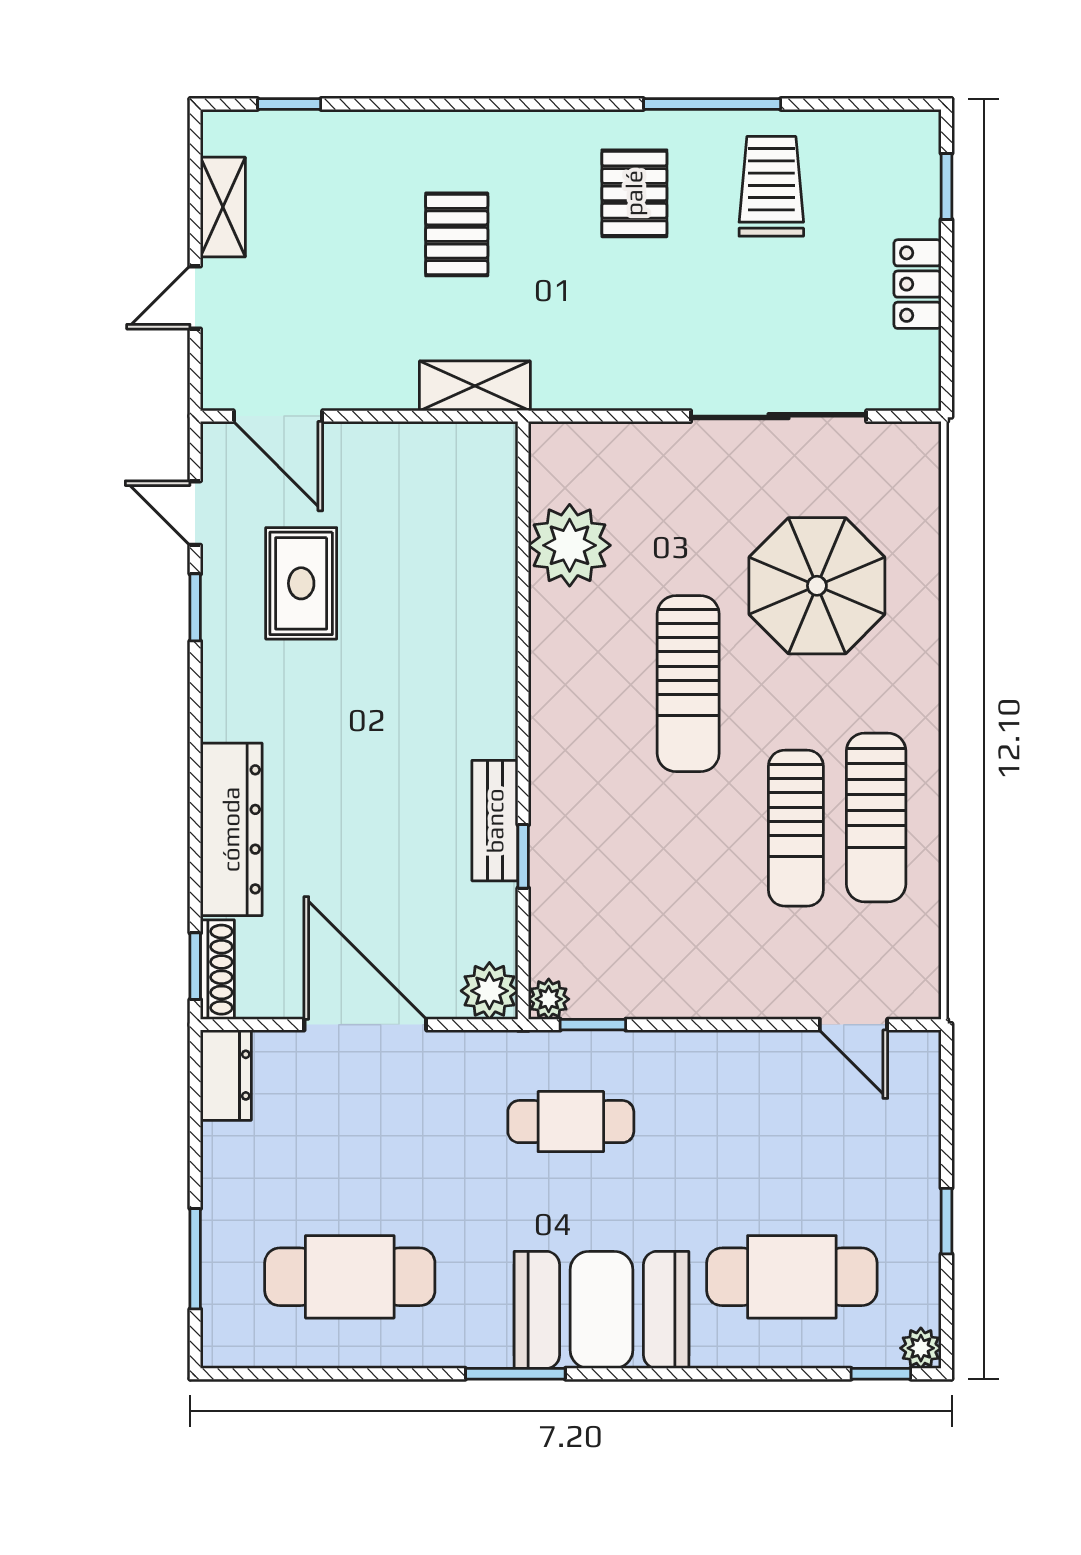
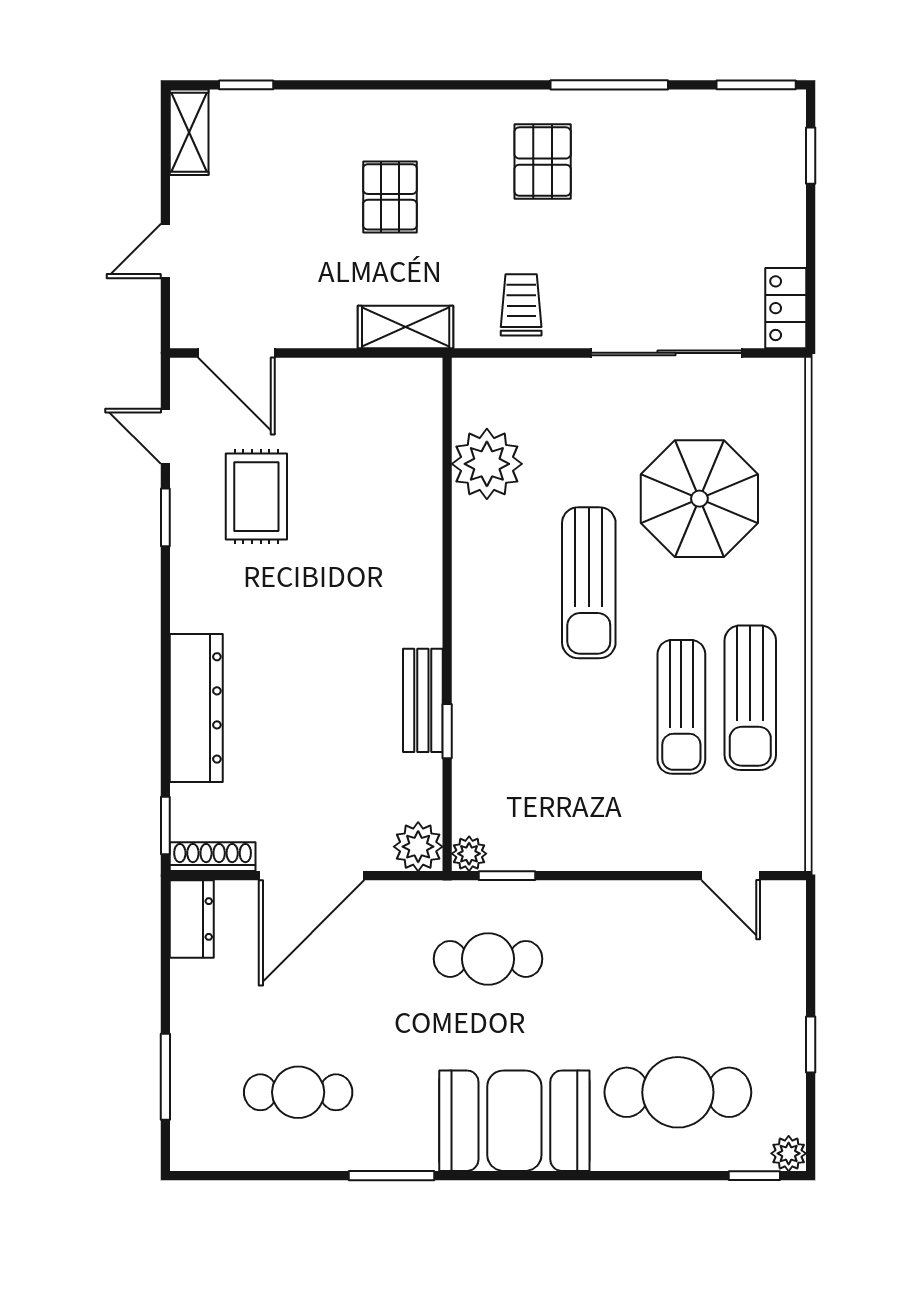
window: (883, 104) -> (756, 85), added
trolley: (771, 186) -> (521, 305), moved, width x0.73, depth x0.72
shelving: (223, 207) -> (189, 132), moved
locker: (918, 284) -> (786, 308), moved
shoe rack: (217, 970) -> (213, 857), moved, turned -90
door: (365, 1025) -> (311, 876), swing flipped
cafe table: (350, 1277) -> (298, 1092), width x0.73, depth x0.74
window: (515, 1374) -> (392, 1176), moved

